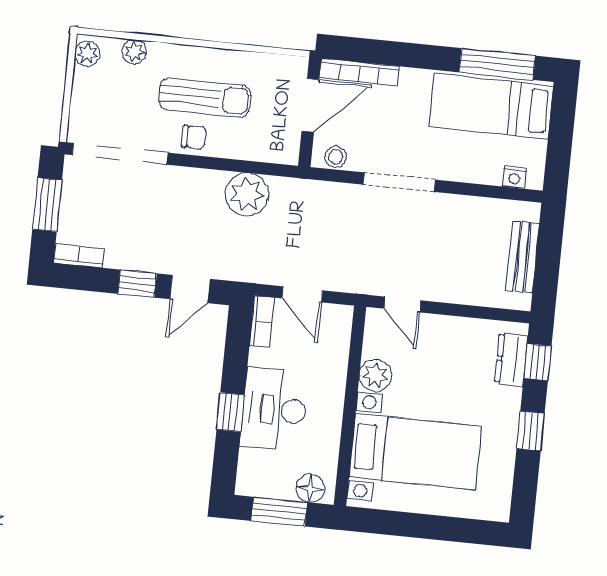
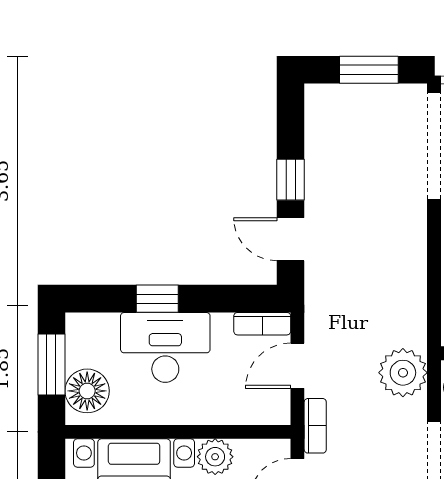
plant: (247, 194) -> (403, 373), moved
bookcase: (79, 256) -> (315, 426), moved
floor lamp: (311, 488) -> (87, 391), width x1.38, depth x1.38

